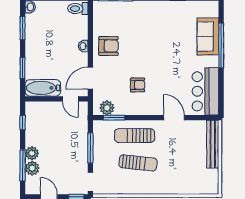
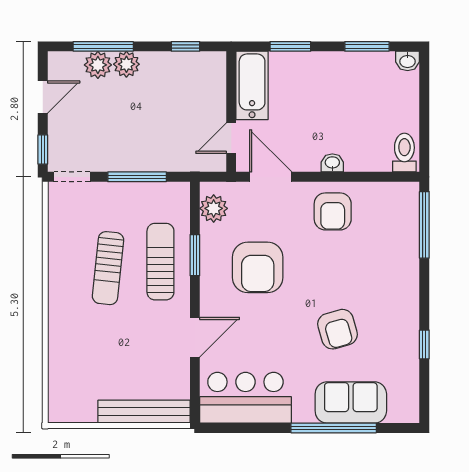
armchair: (170, 43) -> (338, 329), added
armchair: (138, 85) -> (258, 267), width x1.88, depth x1.88
window: (114, 118) -> (195, 255), moved

